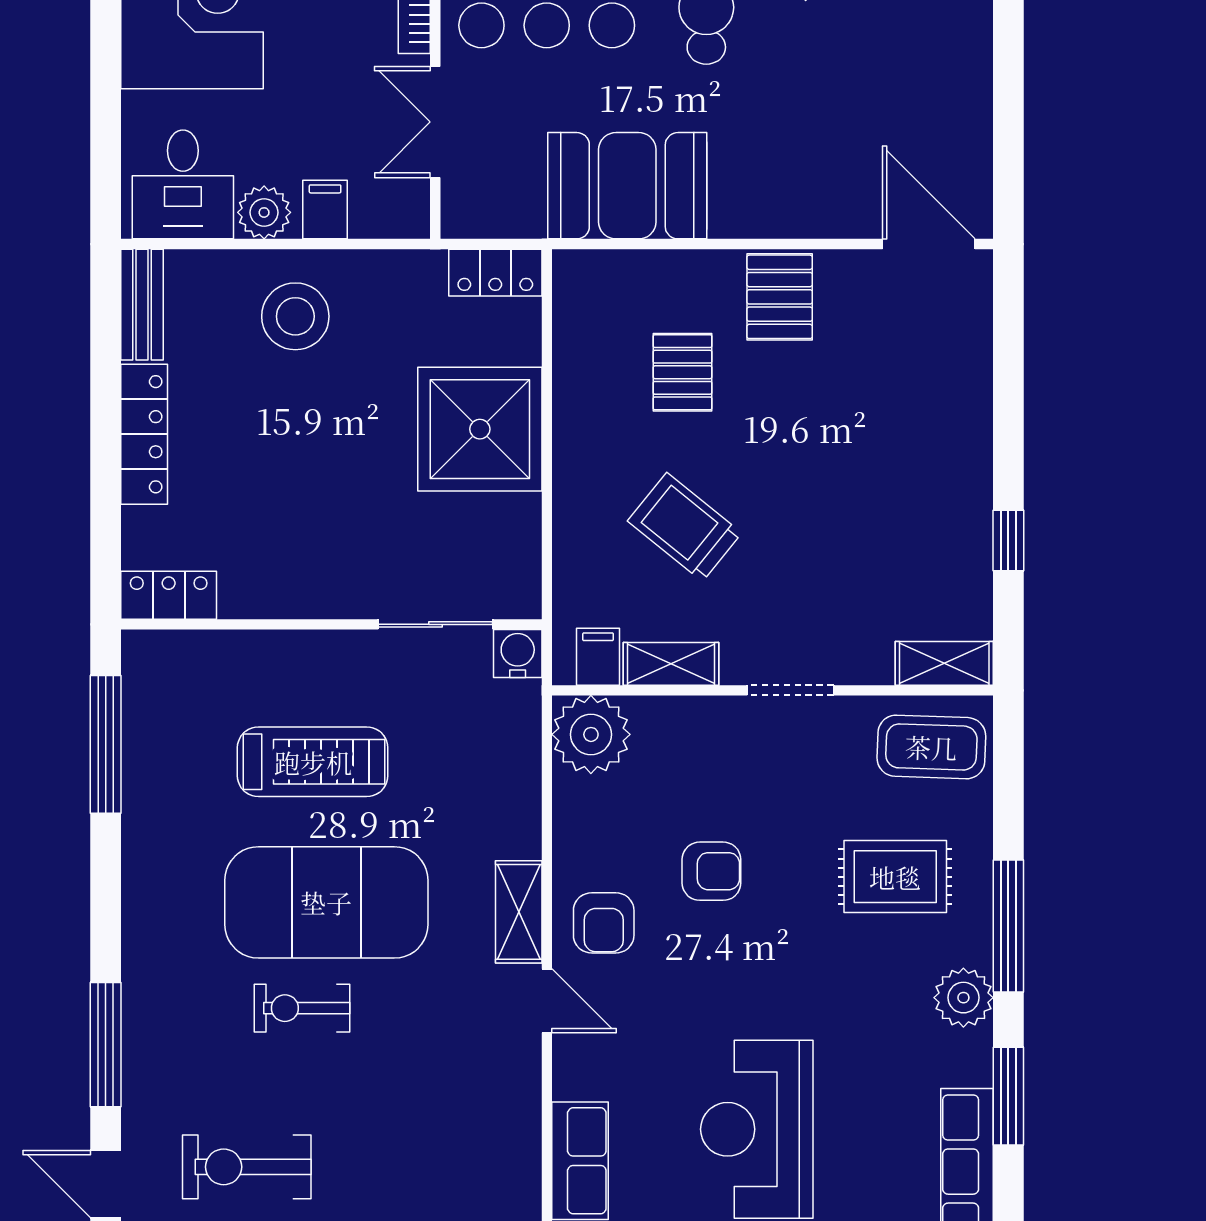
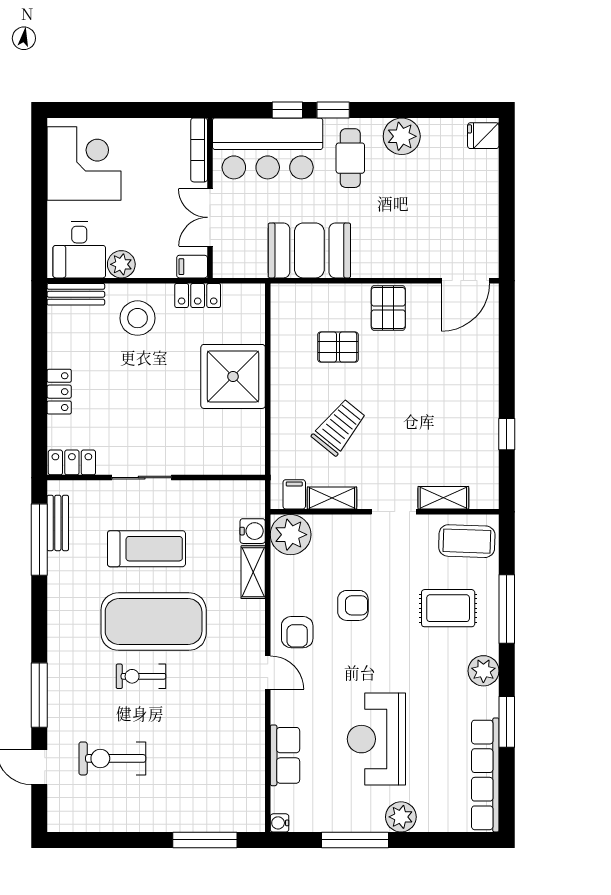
filing cabinet: (325, 210) -> (192, 267), moved, turned -90
door: (929, 244) -> (465, 281), swing flipped
locker: (495, 273) -> (198, 295), moved
bench: (142, 305) -> (76, 294), moved, turned 90
pallet: (682, 372) -> (338, 347), turned 90
locker: (144, 434) -> (59, 392), width x0.66
trolley: (685, 527) -> (339, 427), turned 90
sliding door: (435, 624) -> (142, 478), moved
water cooler: (518, 654) -> (253, 531), moved, turned 90
shelving: (944, 663) -> (443, 498), moved
bench: (141, 712) -> (58, 523), added
shelving: (519, 912) -> (253, 572), moved
window: (1008, 926) -> (507, 609), moved

